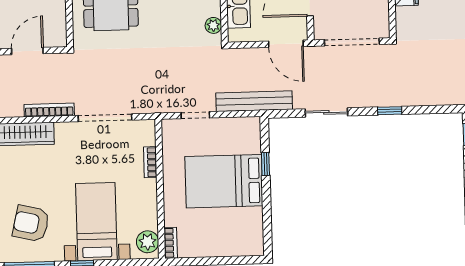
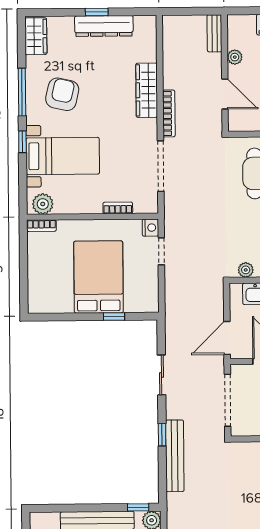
bench: (254, 101) -> (175, 456), moved
nightstand: (170, 127) -> (150, 228), added

